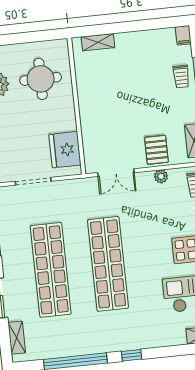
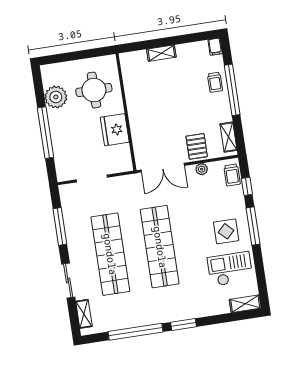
shelving: (98, 42) -> (161, 53), moved
fridge: (65, 150) -> (115, 130), moved
double door: (116, 173) -> (163, 168), width x1.37
window: (132, 355) -> (184, 324), width x1.50

